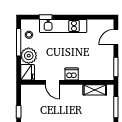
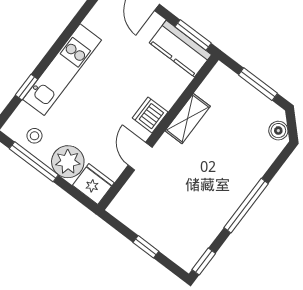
kitchen counter: (107, 66) -> (180, 49), added
door: (52, 82) -> (140, 156), swing flipped
shelving: (95, 90) -> (188, 119), moved

